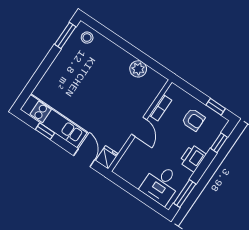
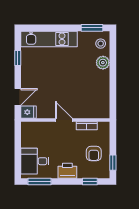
plant: (138, 69) -> (103, 63), moved
kitchen unit: (54, 121) -> (49, 39), moved, turned 90
door: (139, 127) -> (64, 120), swing flipped

